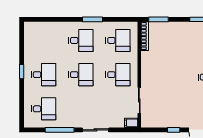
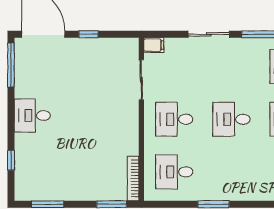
desk: (81, 40) -> (231, 172), removed

